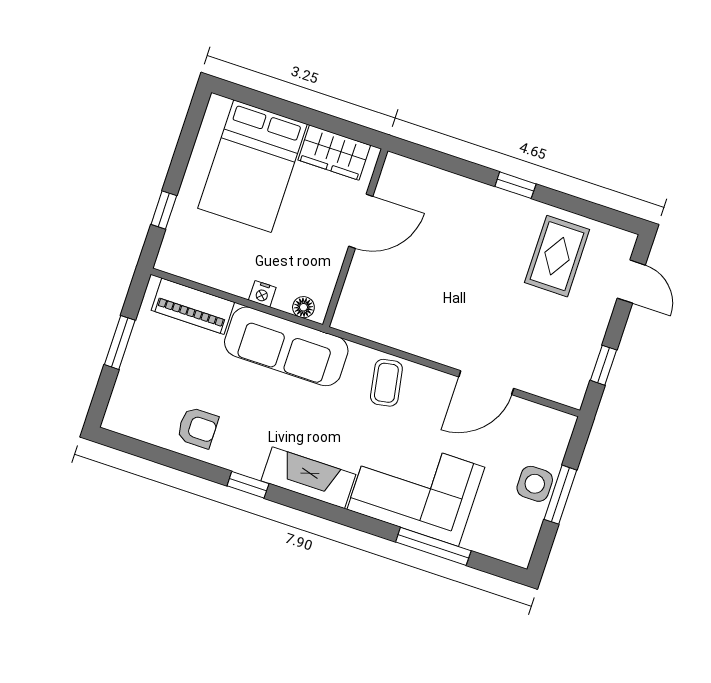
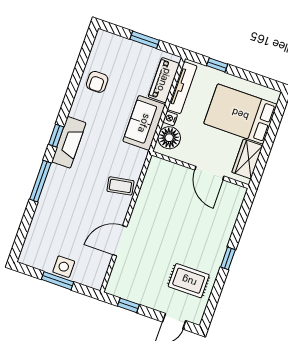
tv unit: (206, 273) -> (182, 88), added
floor lamp: (303, 307) -> (169, 138), width x1.89, depth x1.89
sofa: (286, 346) -> (144, 123), width x0.73
door: (486, 383) -> (120, 241), hinge flipped
window: (248, 485) -> (56, 136), moved
corner sofa: (416, 488) -> (62, 201), removed
window: (433, 546) -> (40, 181), moved

